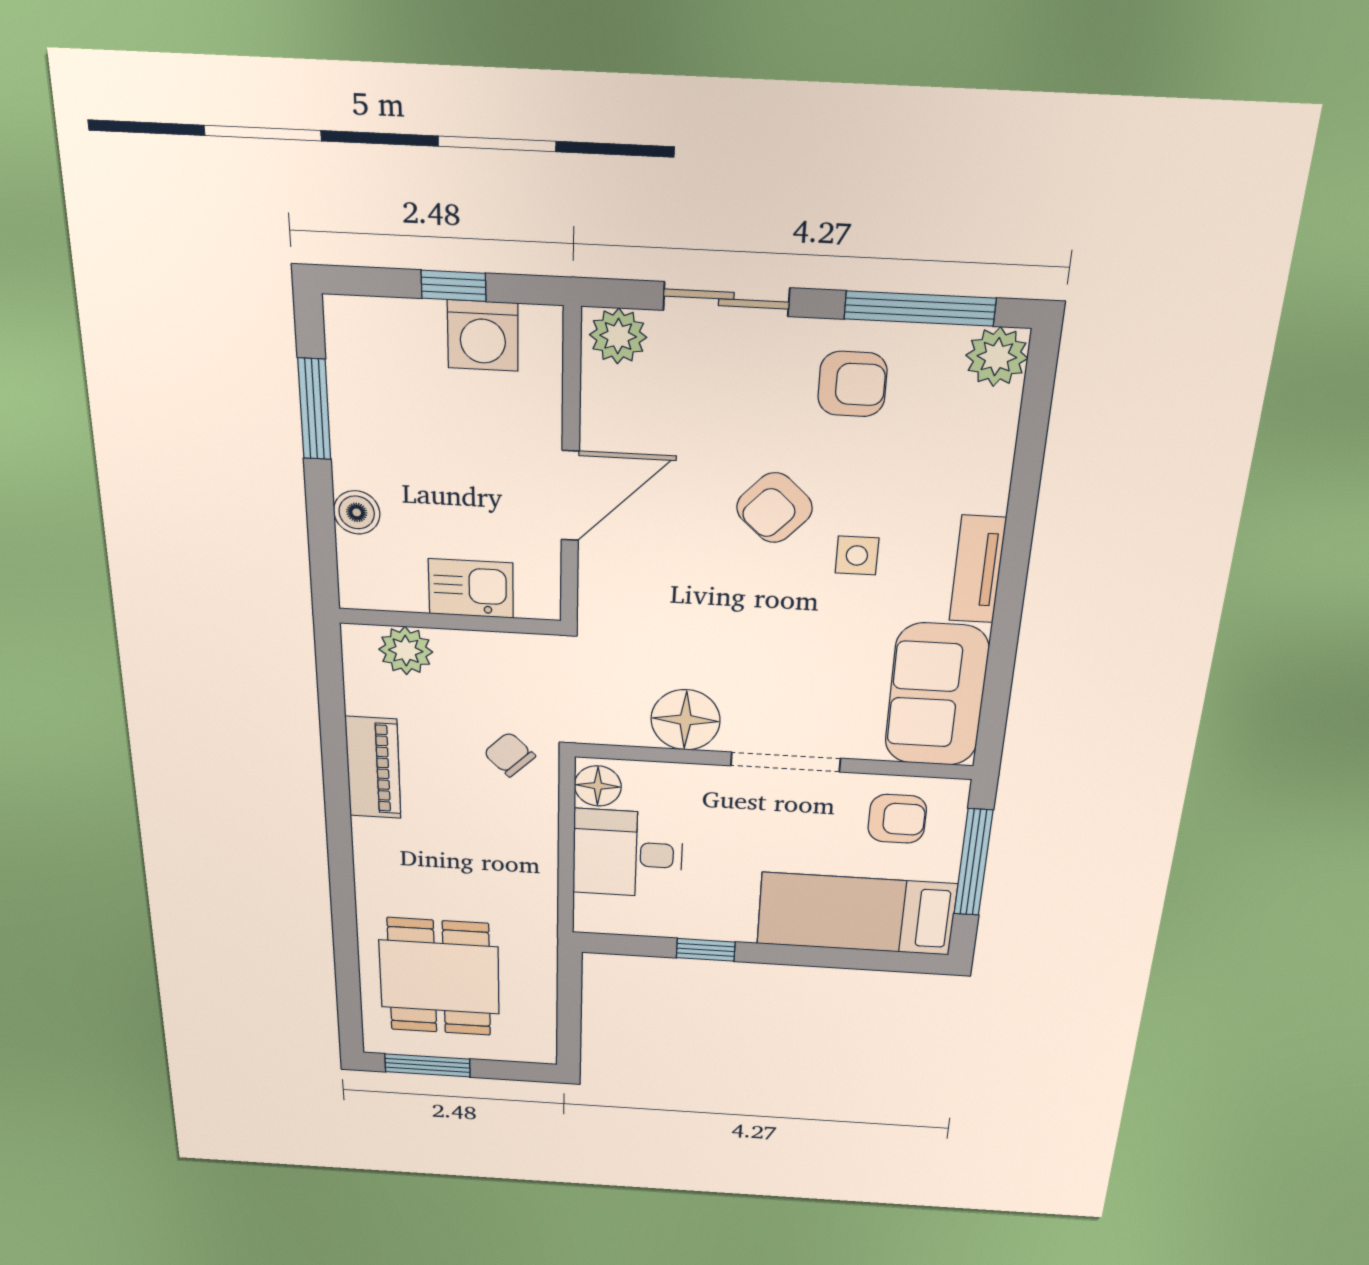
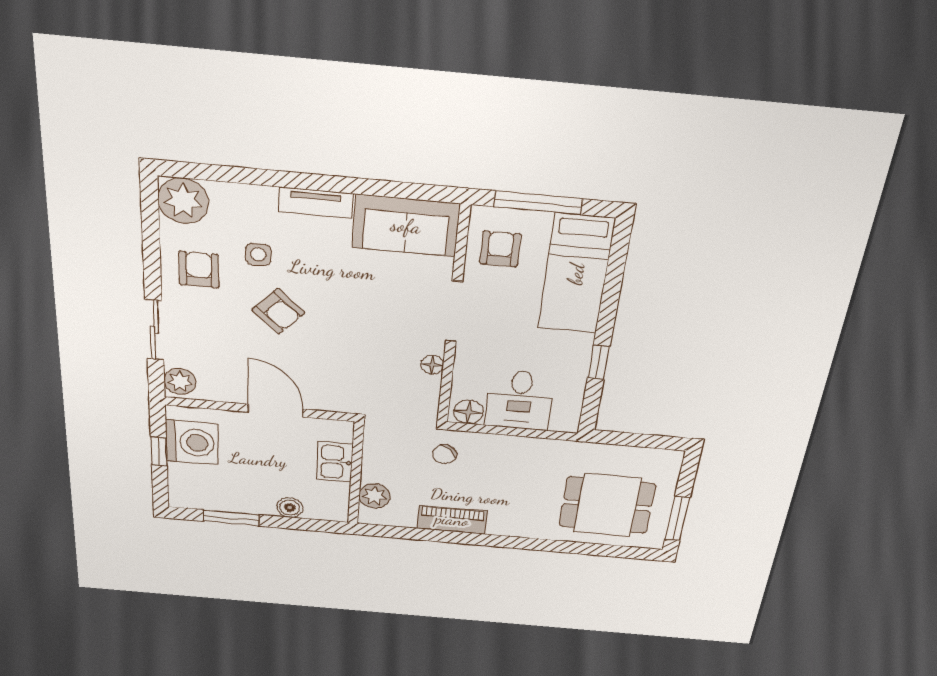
window: (920, 309) -> (151, 235), removed
washing machine: (483, 336) -> (192, 442), width x1.37, depth x1.37
plant: (997, 357) -> (183, 201), width x1.36, depth x1.36
side table: (857, 555) -> (258, 254), moved
floor lamp: (686, 720) -> (432, 365), width x0.53, depth x0.53

